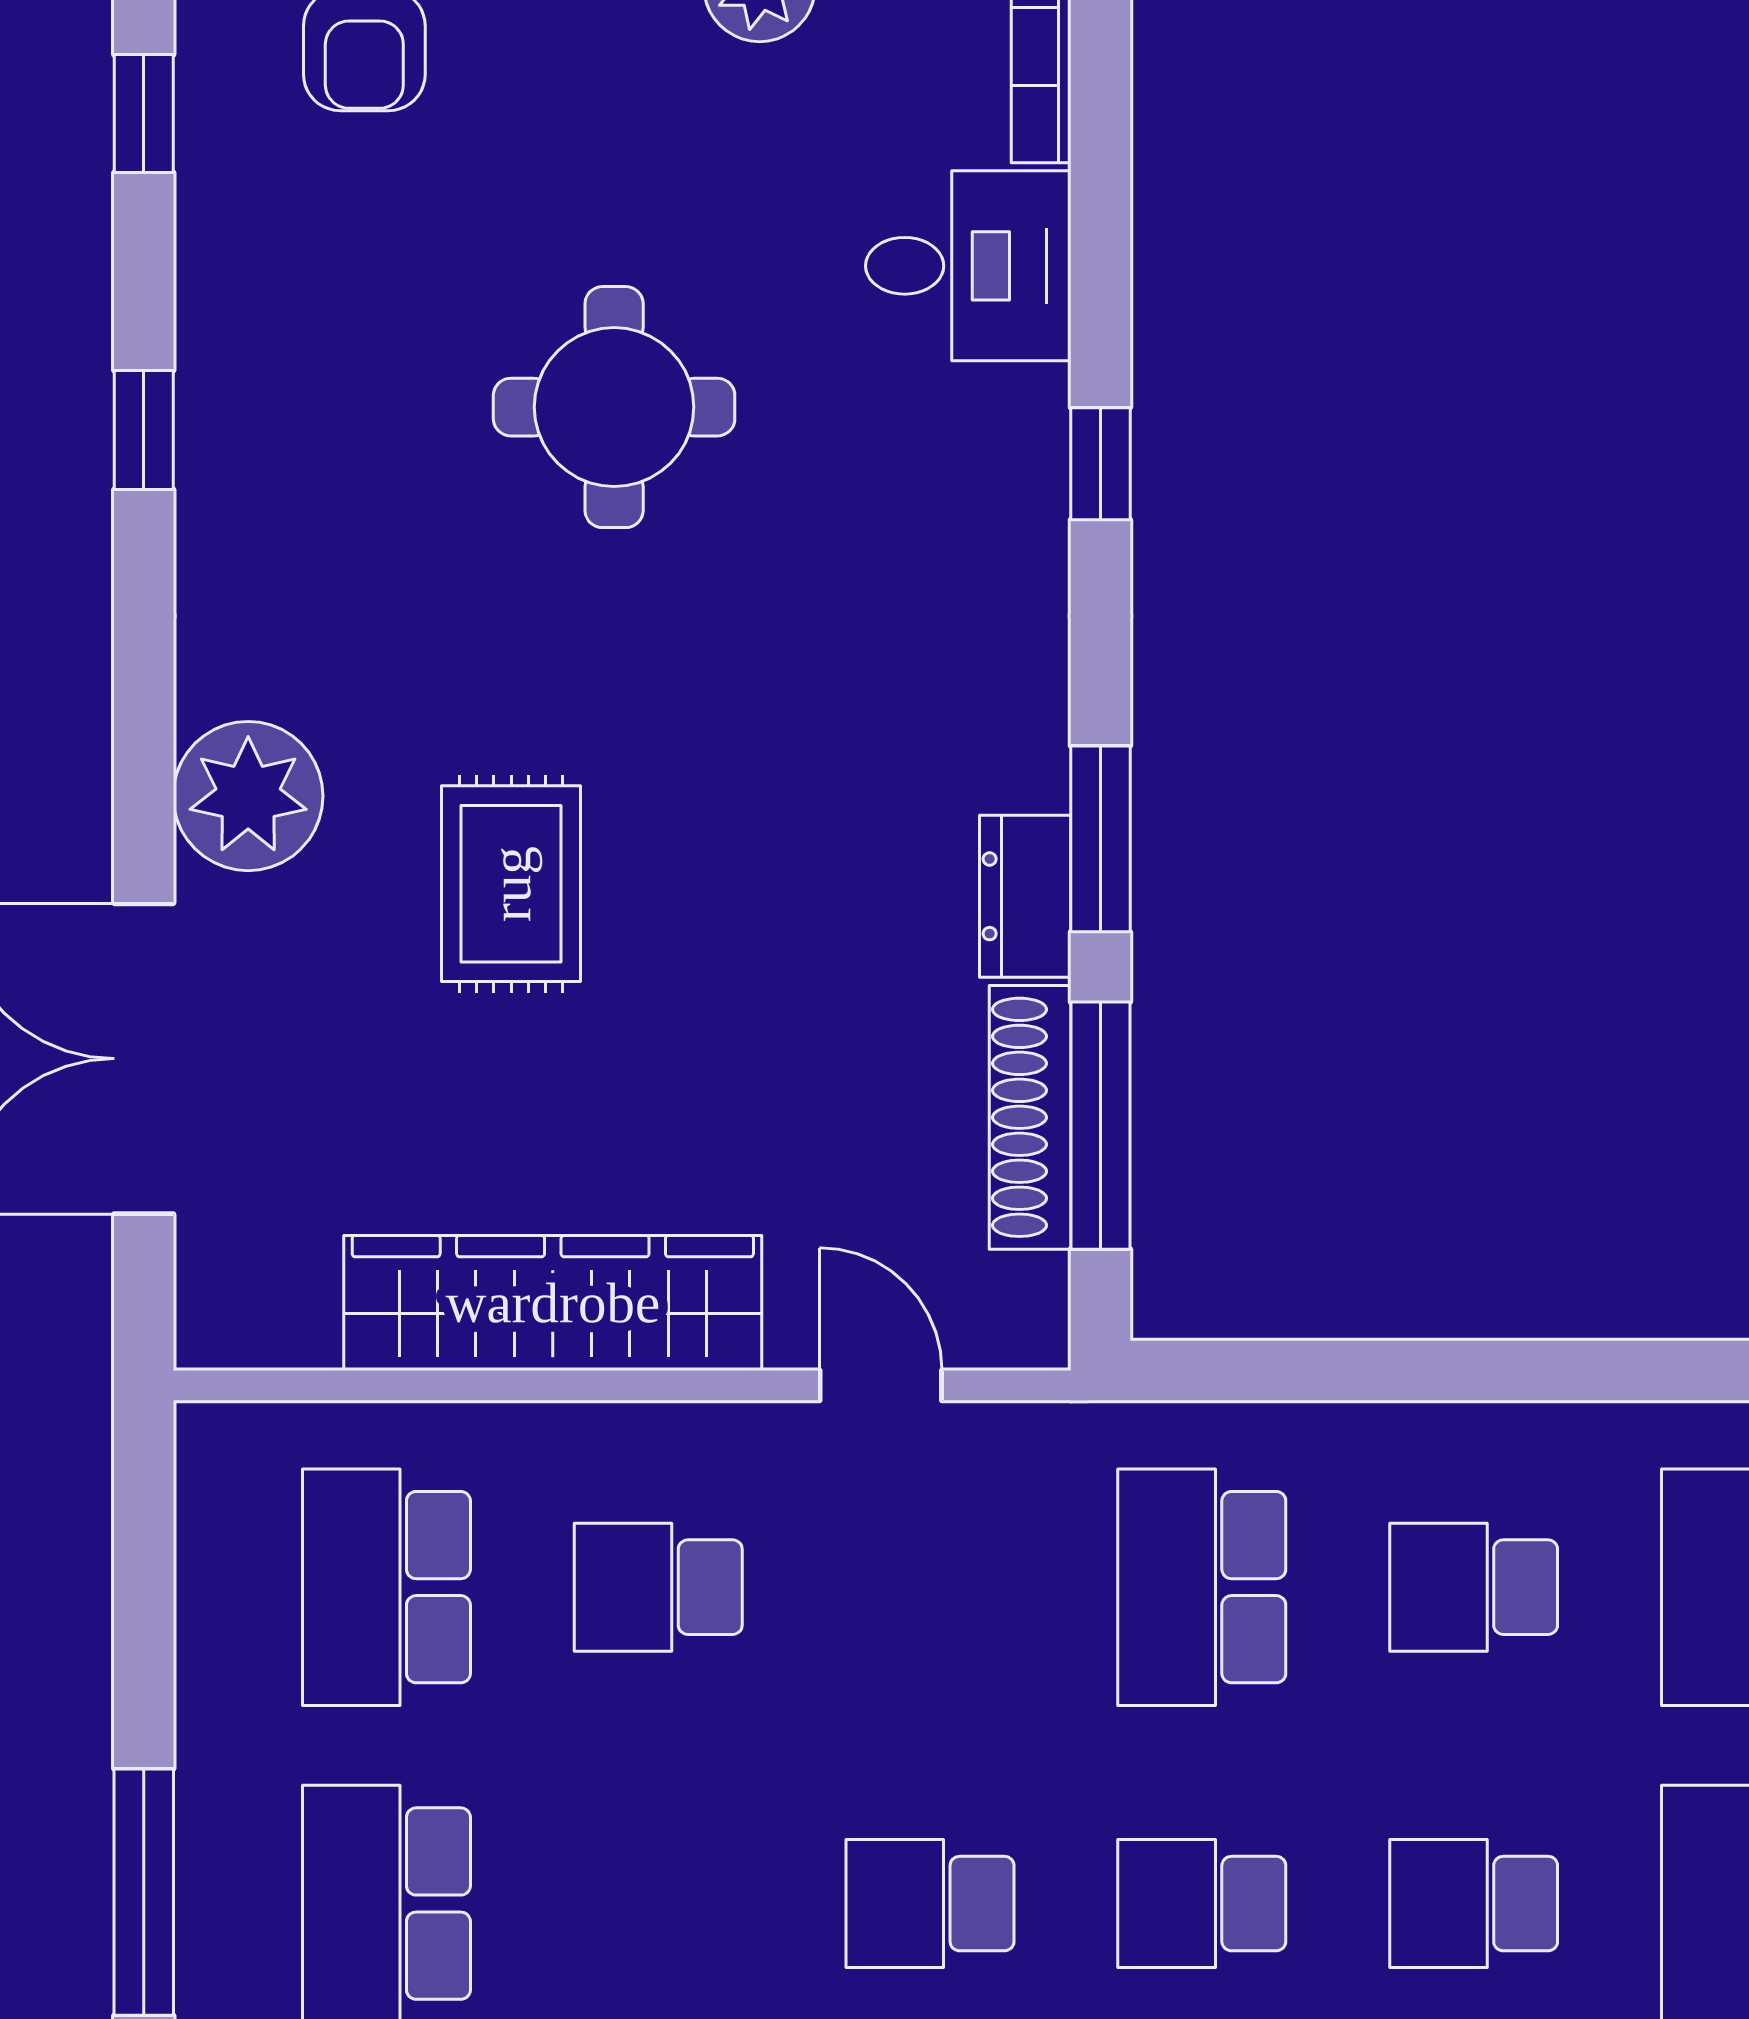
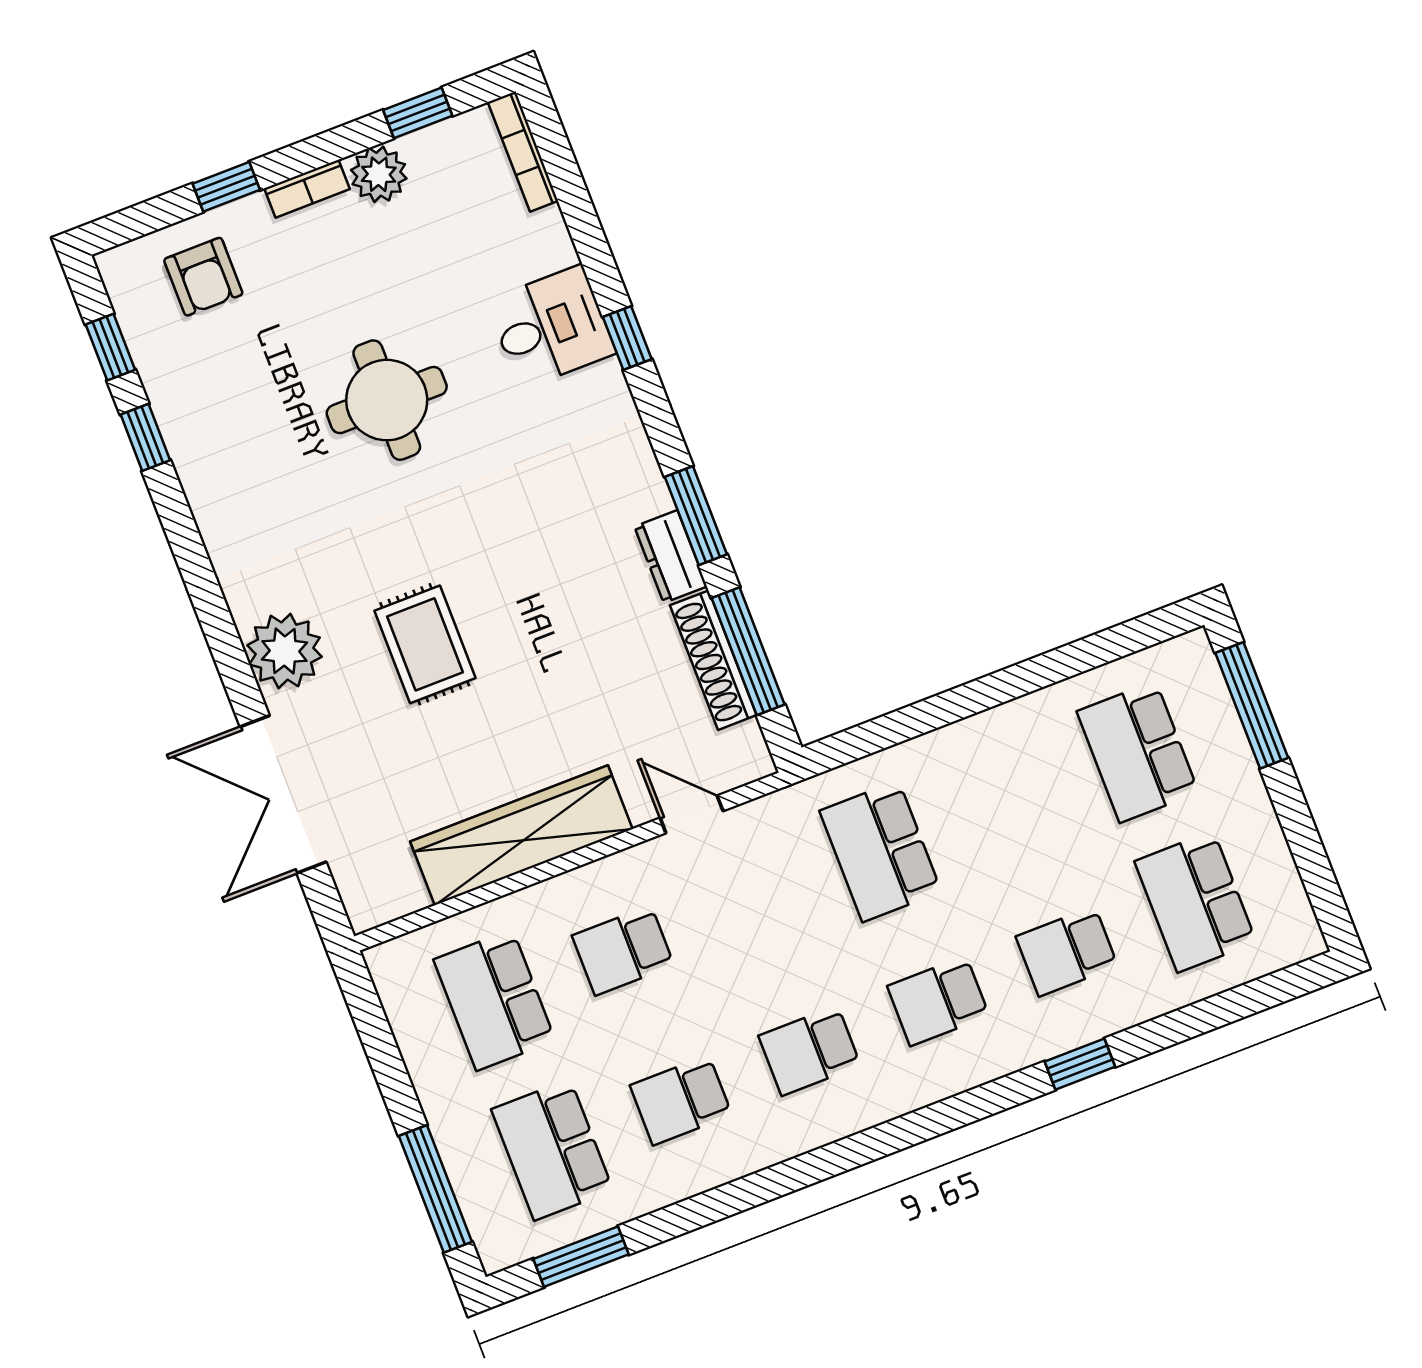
desk: (968, 266) -> (551, 327), moved
window: (144, 430) -> (145, 437), moved
school desk: (1474, 1587) -> (681, 1100), moved

